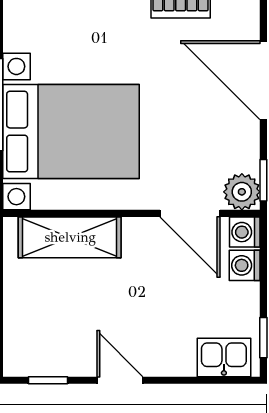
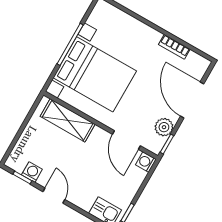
plant: (242, 192) -> (164, 127), moved
washing machine: (245, 265) -> (32, 172), moved, turned 90

